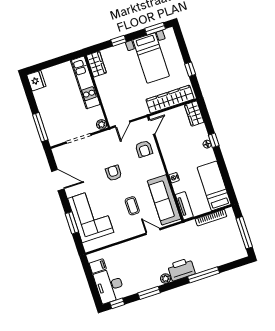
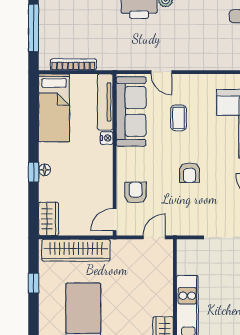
plant: (102, 124) -> (184, 247), removed
tv unit: (184, 206) -> (105, 102), width x1.41

